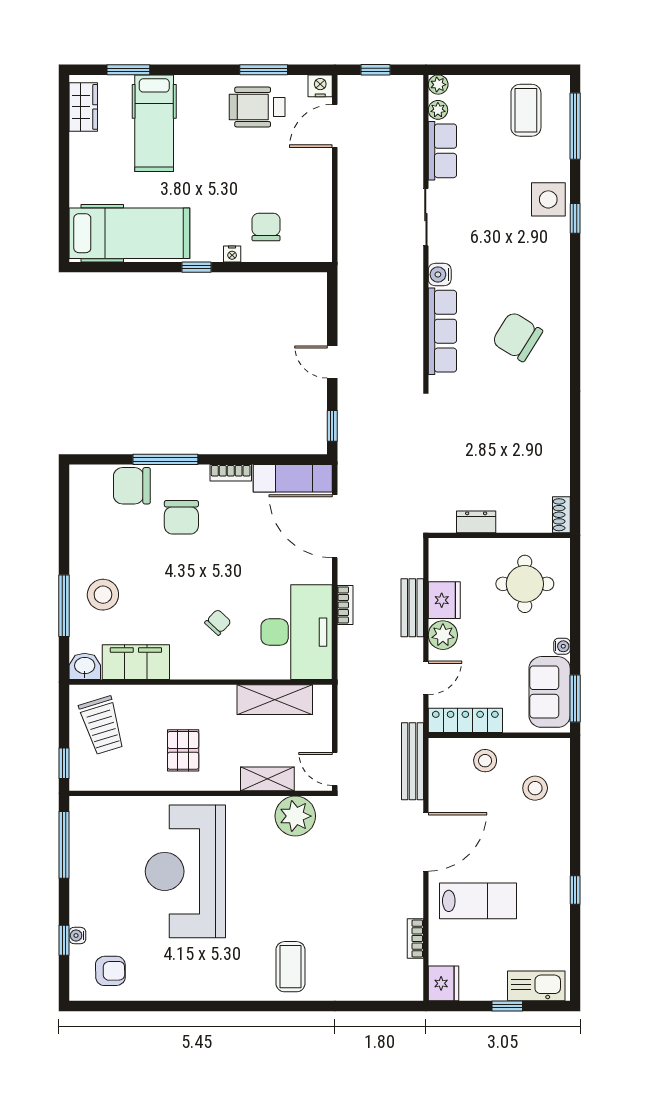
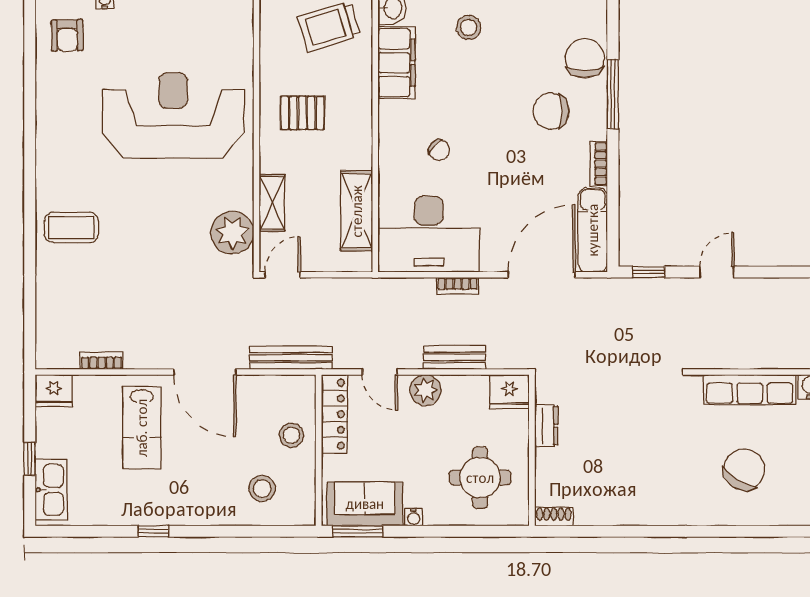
stool: (103, 595) -> (469, 27), width x0.73, depth x0.73
fridge: (444, 600) -> (510, 392), moved

